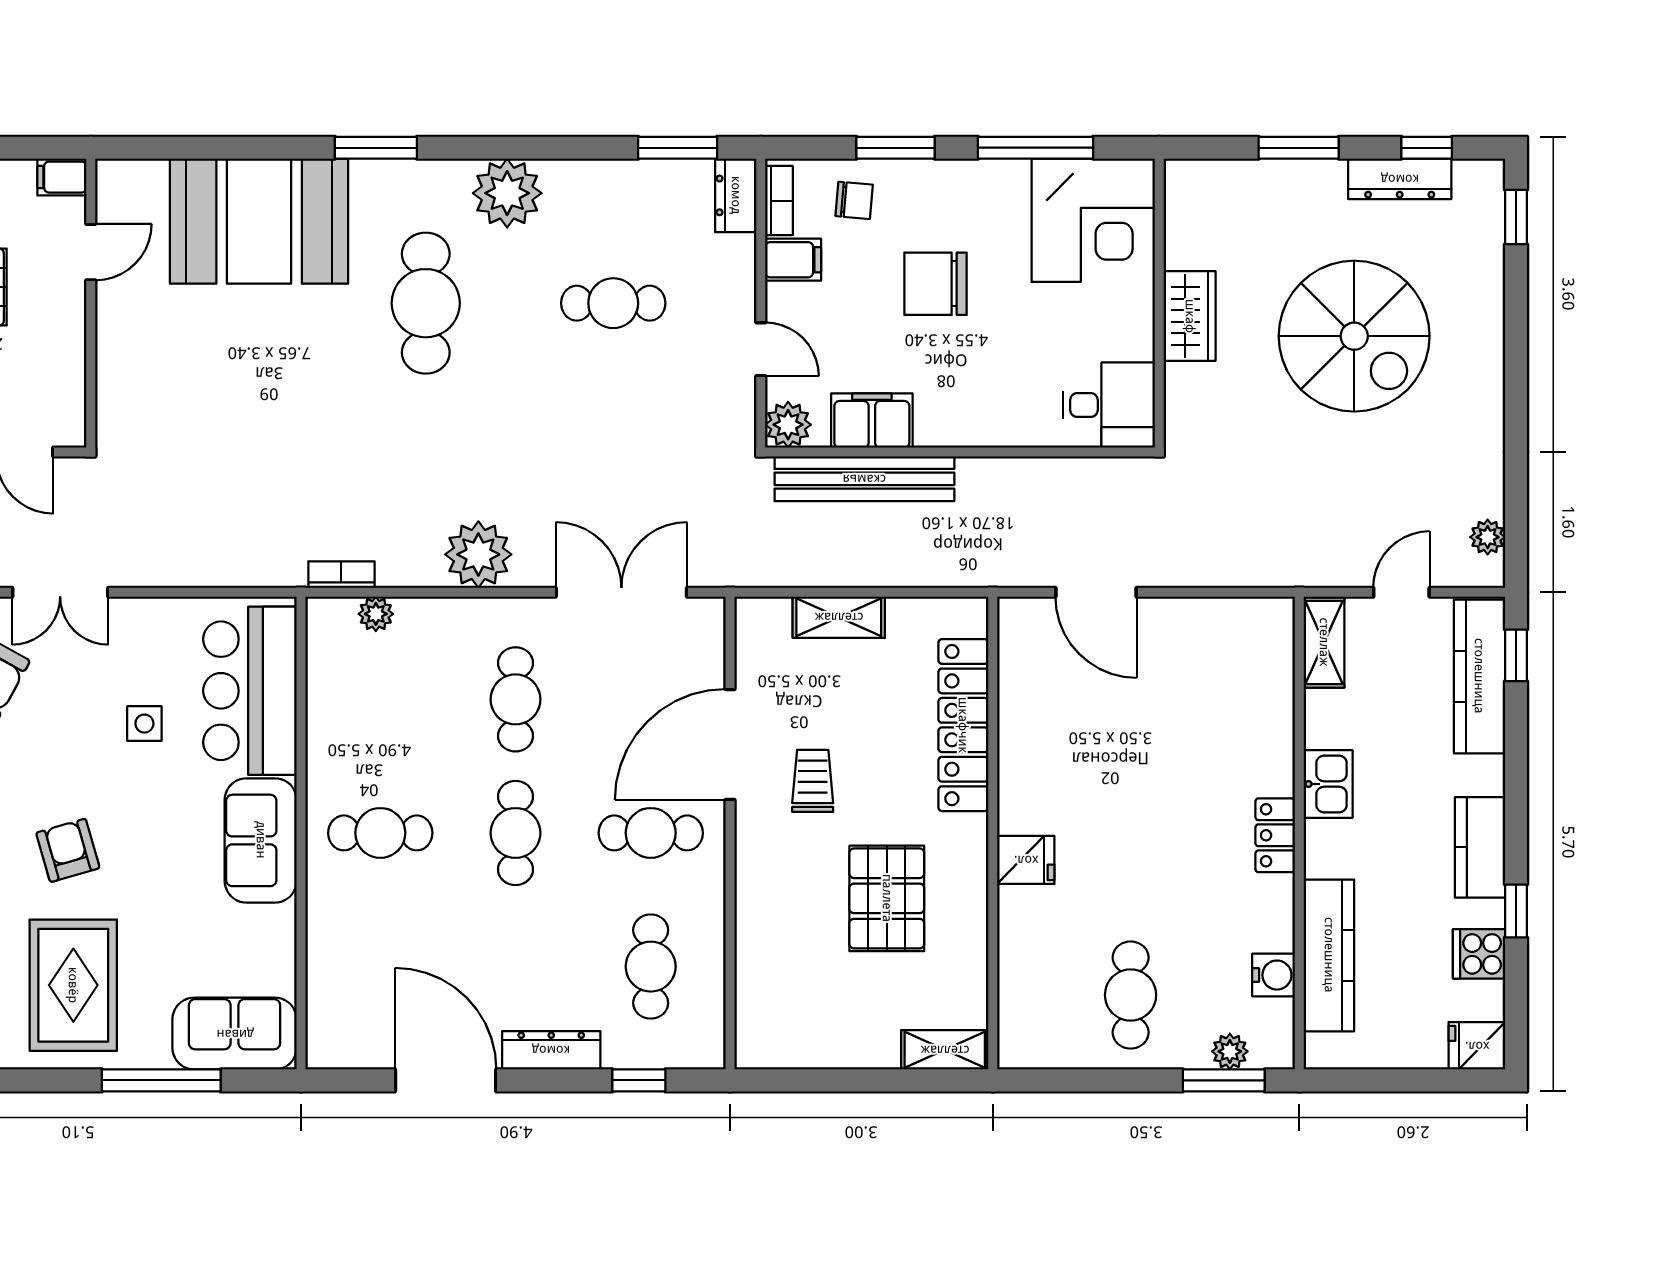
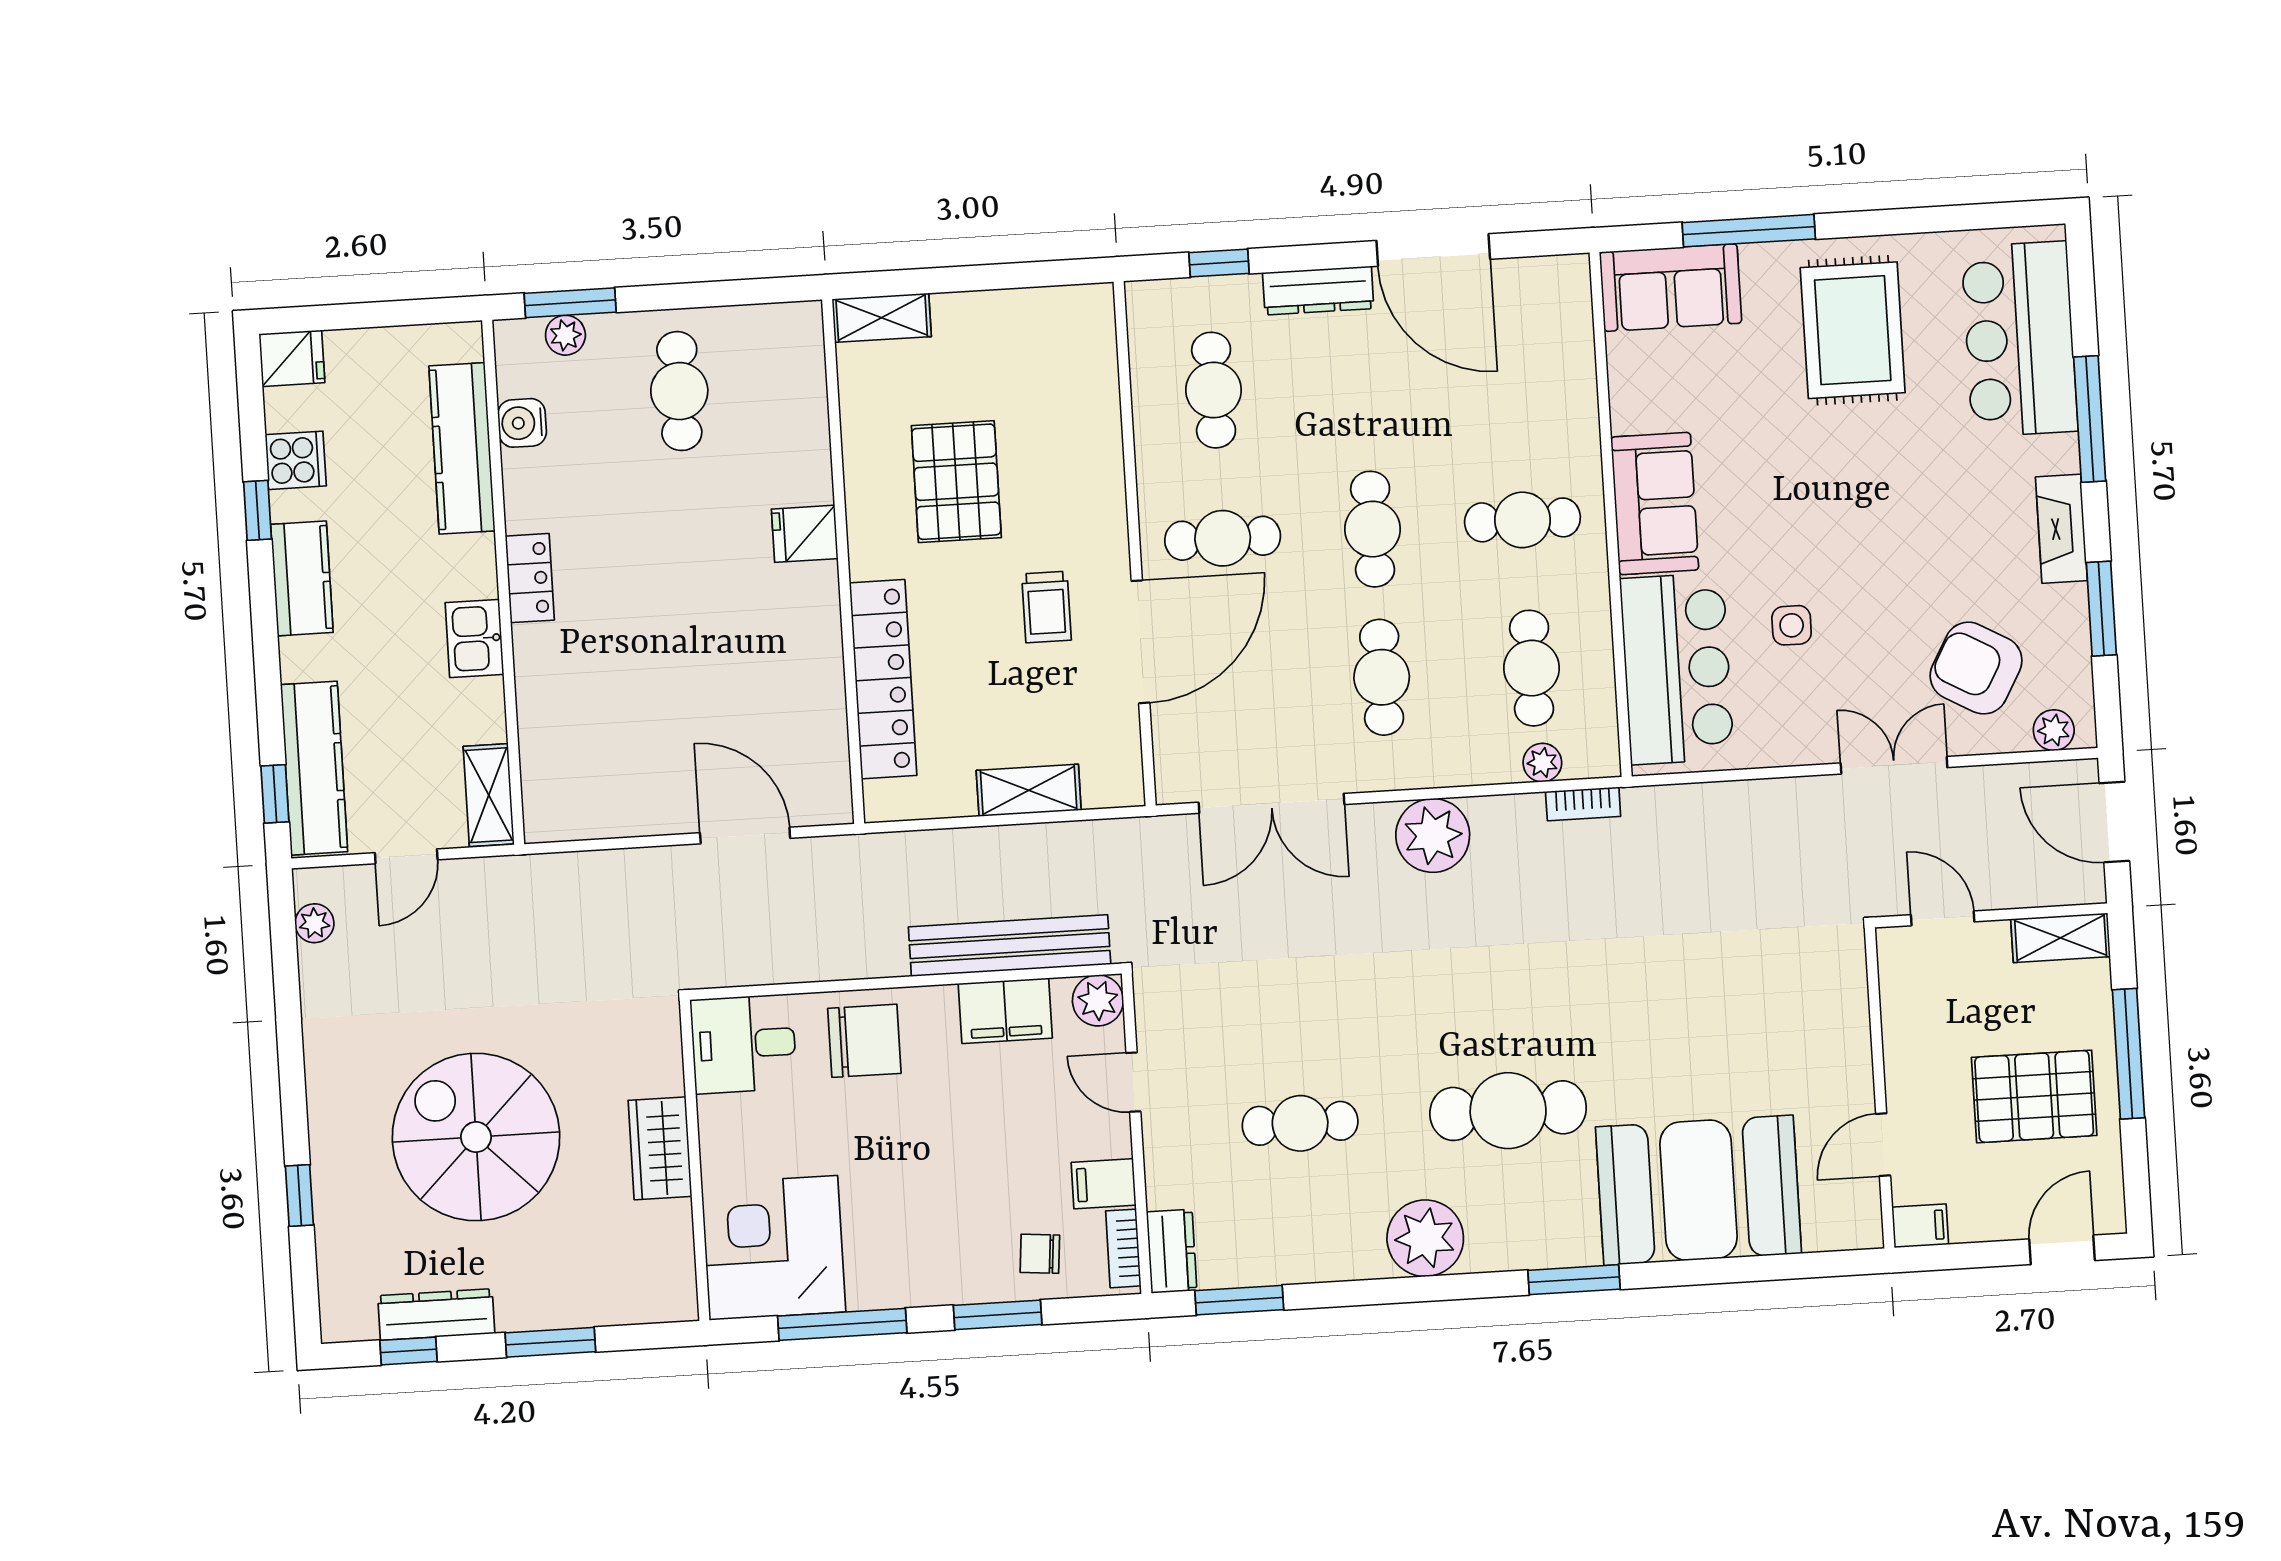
window: (1516, 217) -> (299, 1195), moved
chair: (936, 284) -> (864, 1041), moved
cafe table: (426, 303) -> (1508, 1111), turned 90
cafe table: (380, 699) -> (1532, 668), added
armchair: (68, 850) -> (1868, 479), removed

